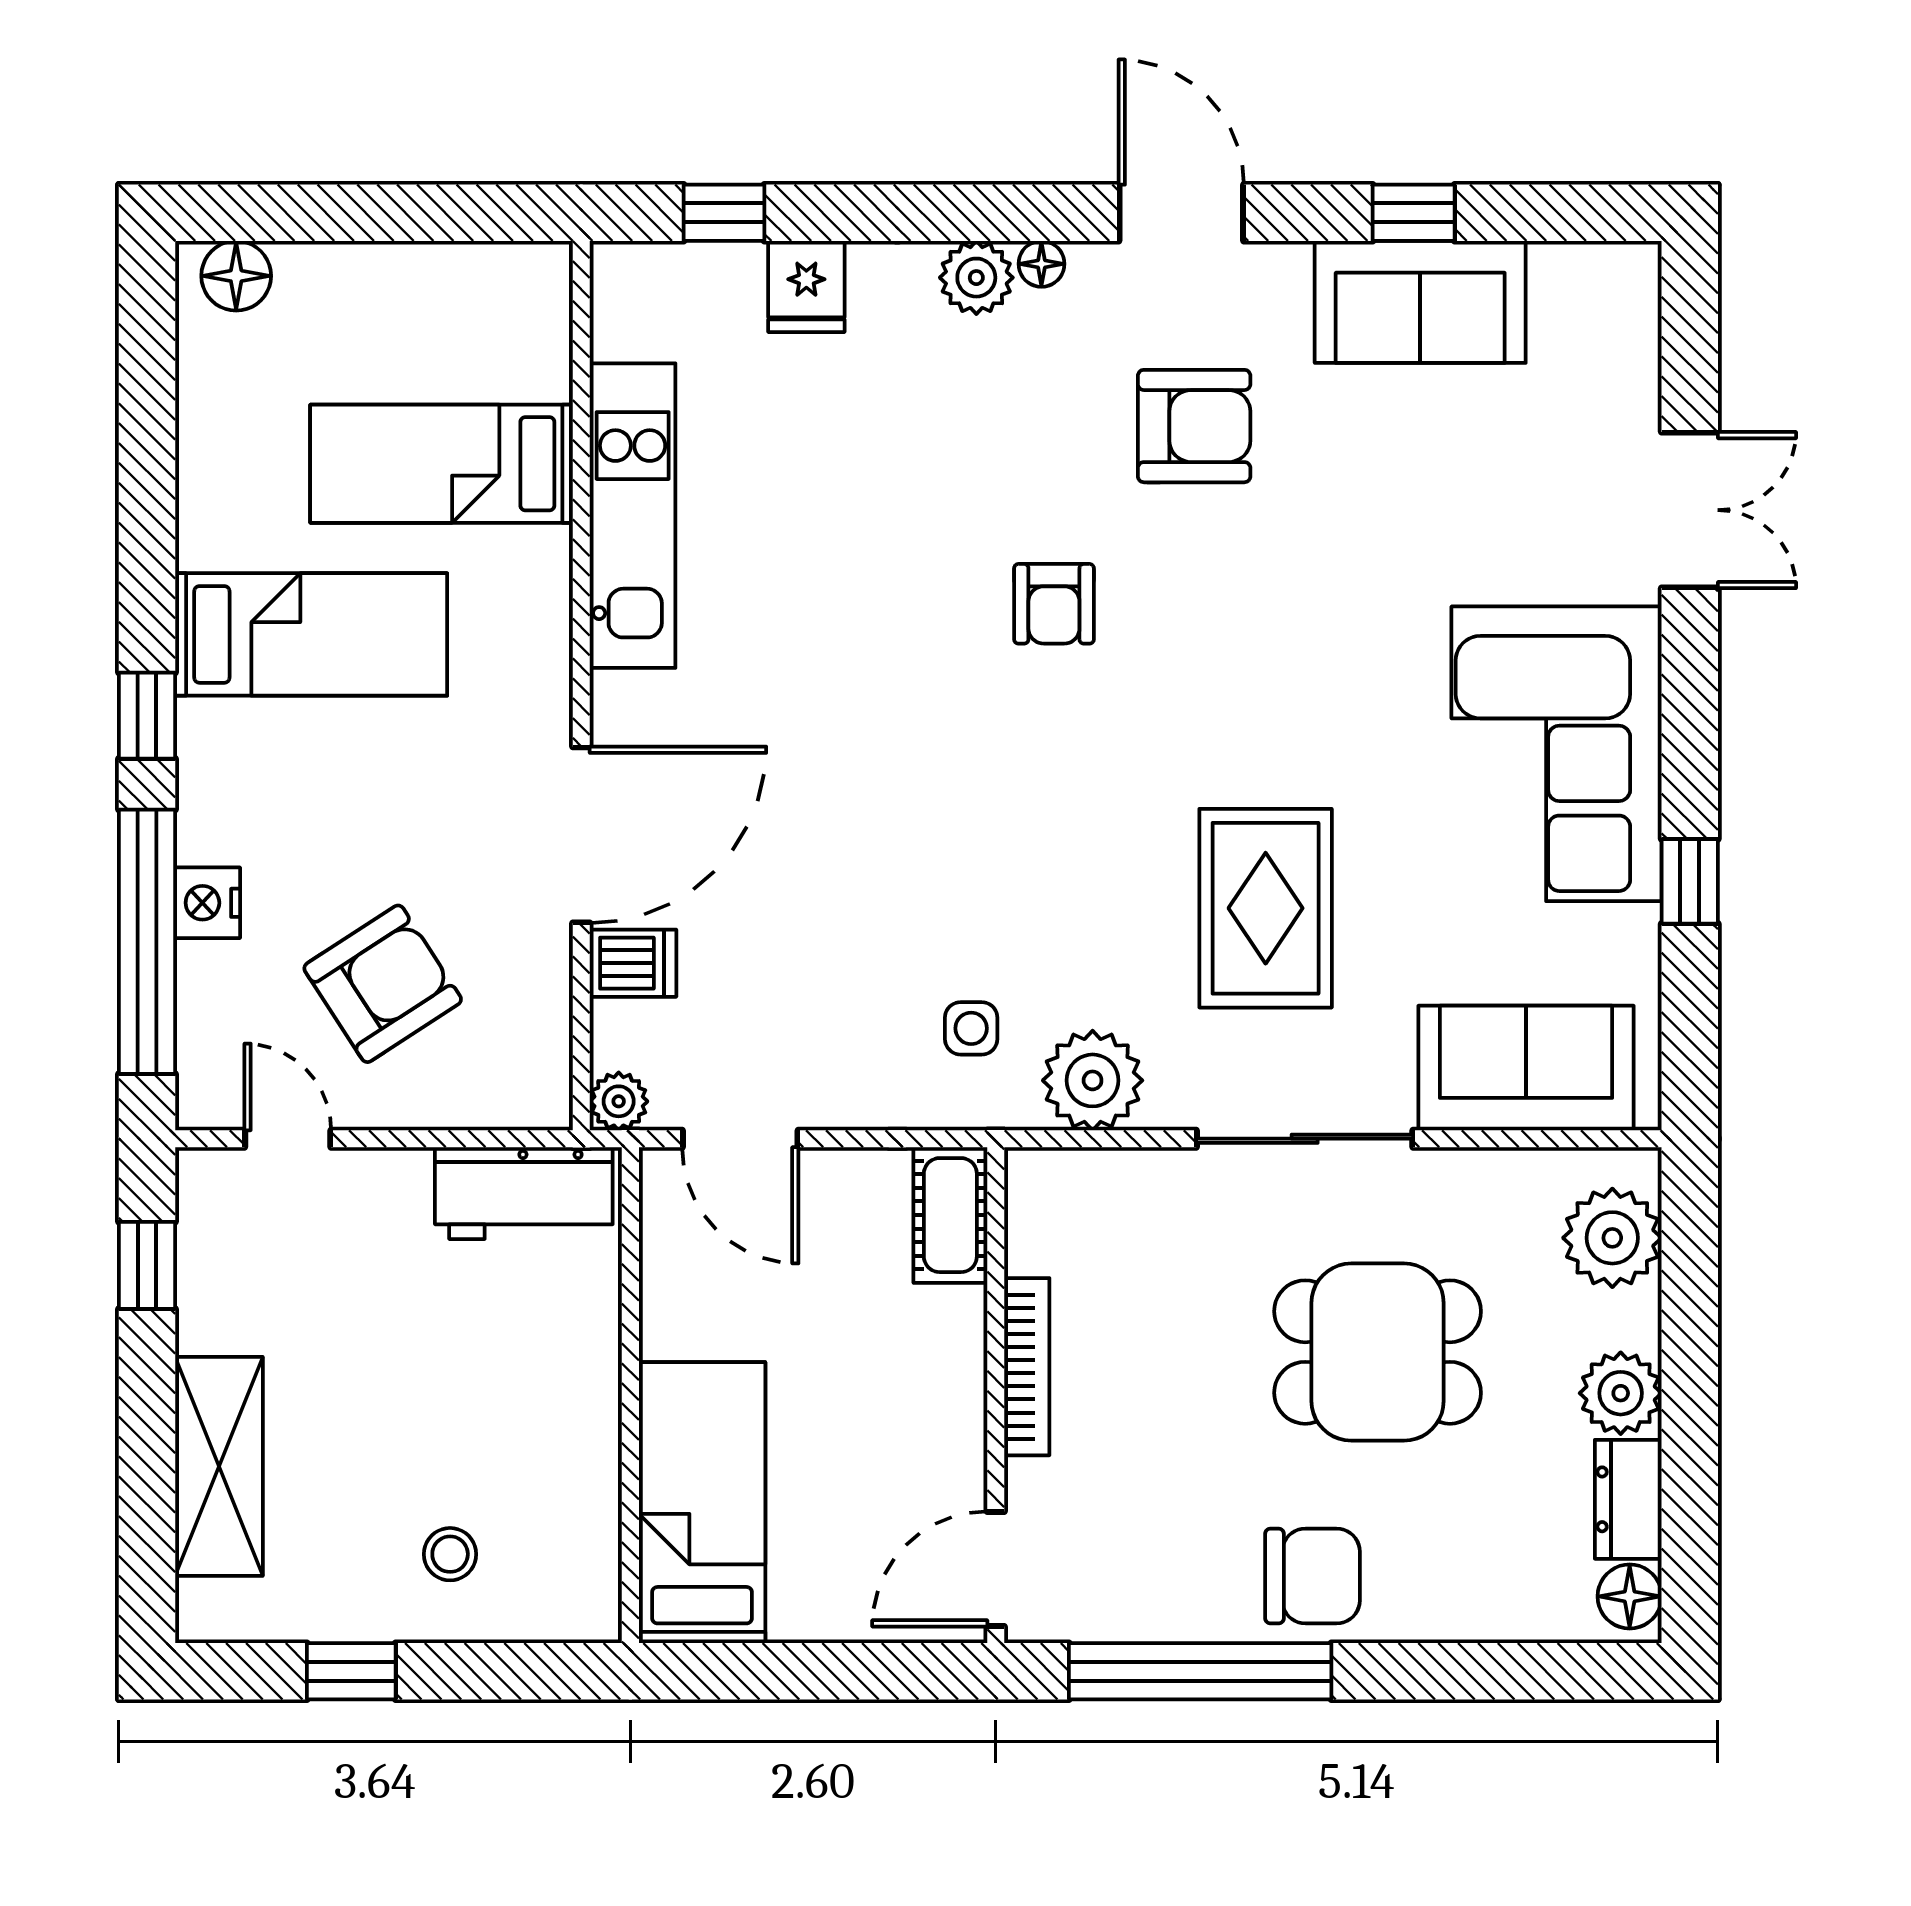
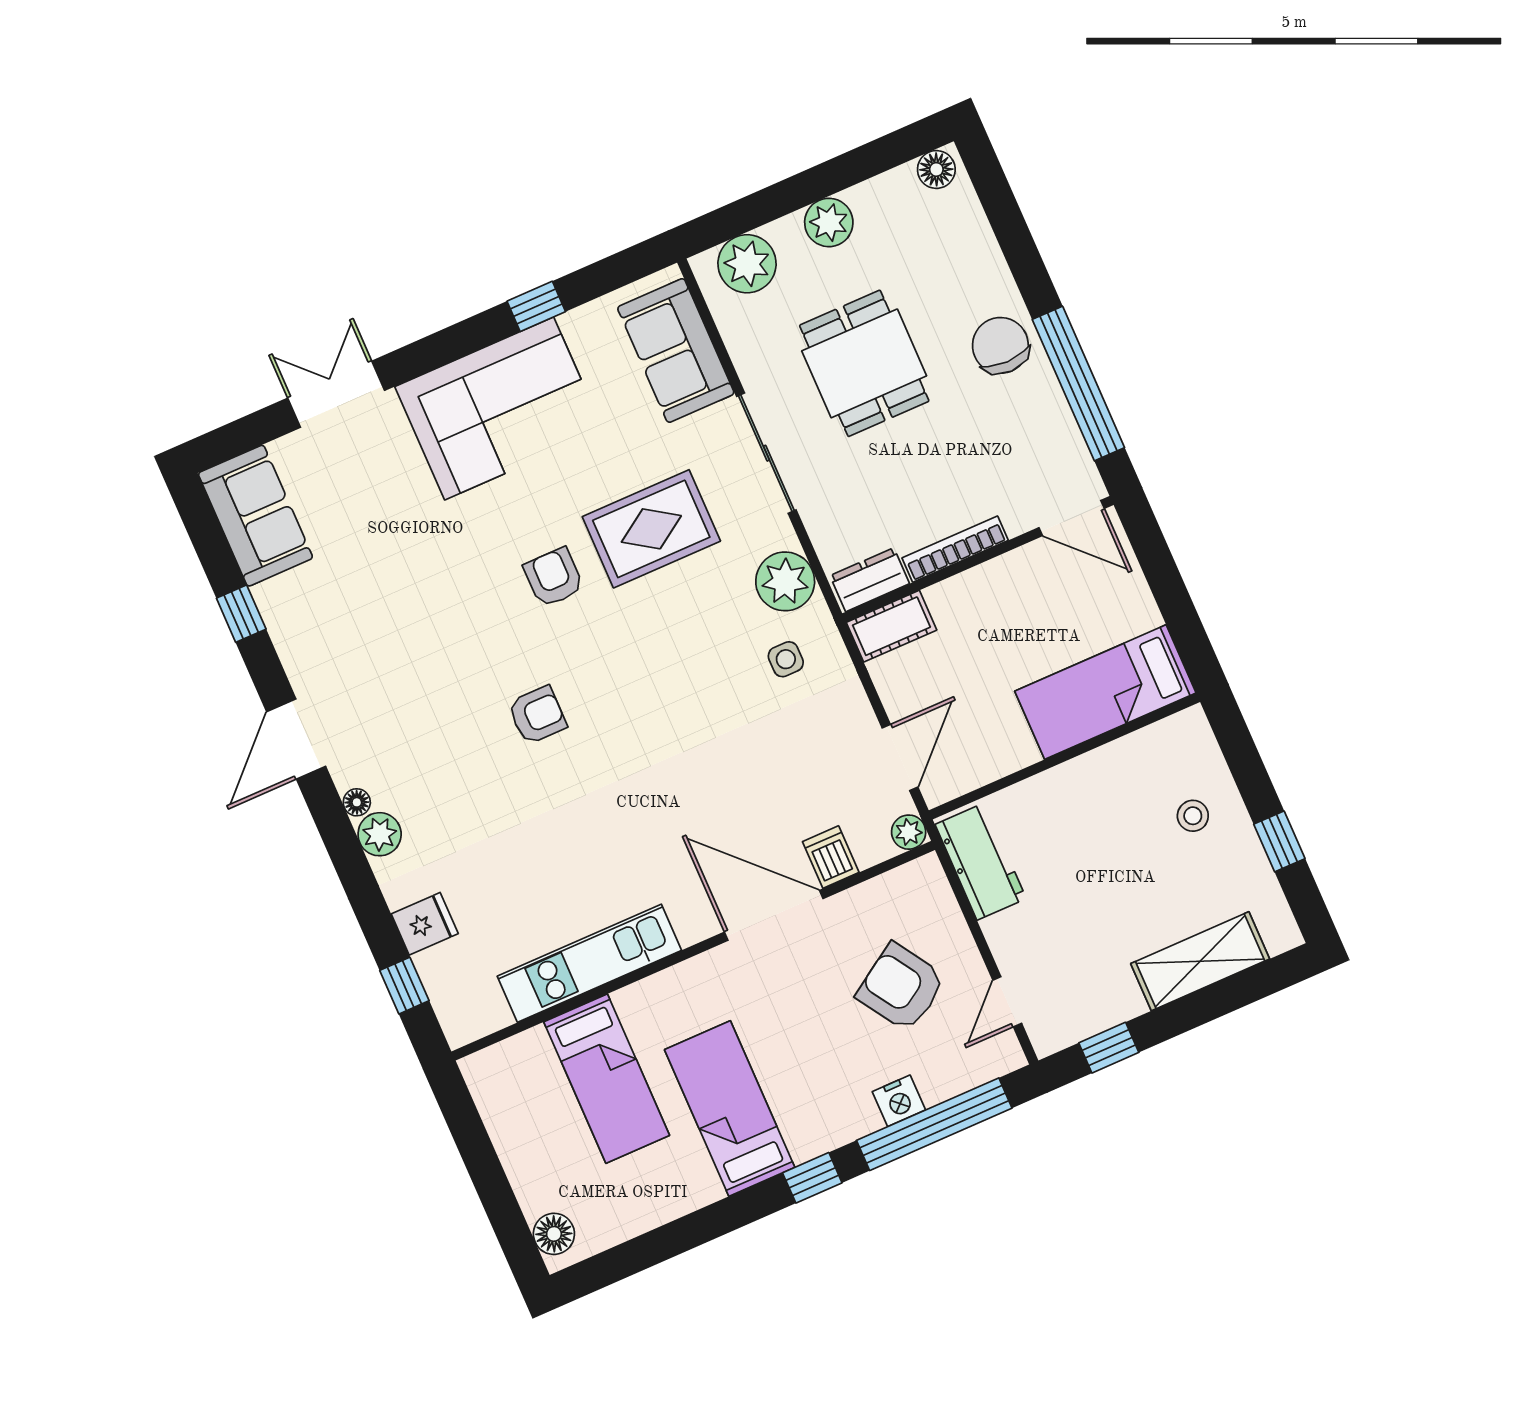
sofa: (1420, 302) -> (255, 516), moved
armchair: (1194, 426) -> (554, 577), moved, width x0.72, depth x0.72
dresser: (1628, 1499) -> (870, 580), moved, turned 180

